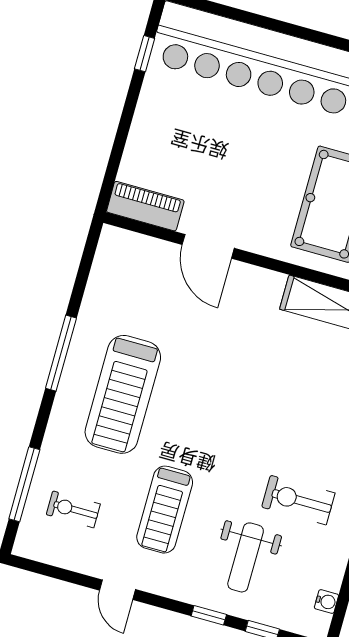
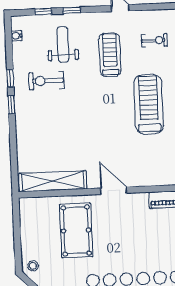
door: (208, 246) -> (114, 191), moved
exercise bike: (298, 500) -> (46, 81), turned 180

